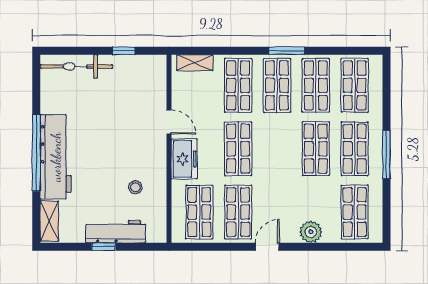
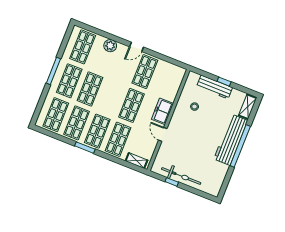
bicycle: (76, 66) -> (181, 176), moved
shop shelf: (199, 212) -> (166, 80), removed

